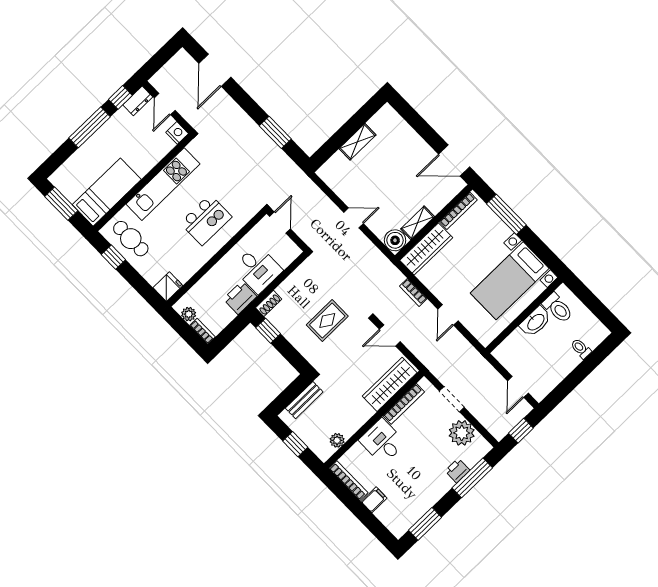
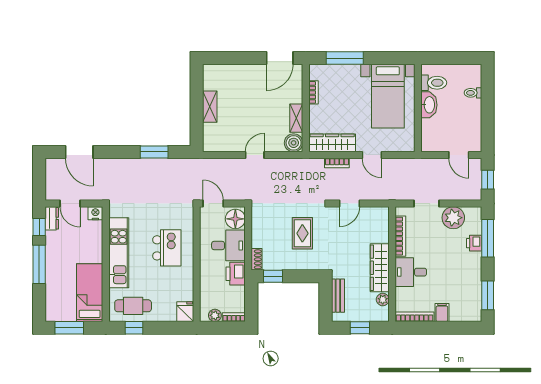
bookcase: (458, 211) -> (313, 92), width x0.64
wardrobe: (426, 249) -> (332, 143), moved, turned -90
floor lamp: (285, 253) -> (235, 219), added
wardrobe: (390, 384) -> (380, 268), moved

